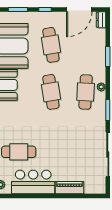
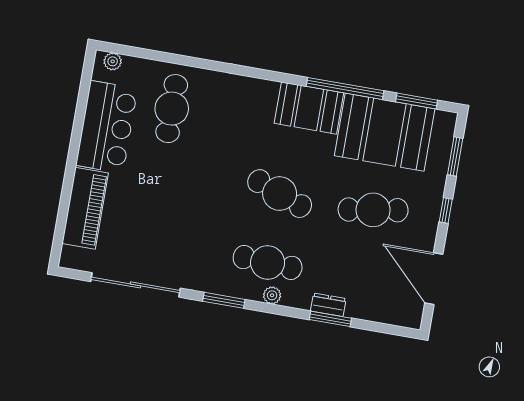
dresser: (101, 20) -> (328, 305), moved
cafe table: (51, 92) -> (280, 194), turned 30
piano: (70, 188) -> (85, 208), width x1.37, depth x1.33

